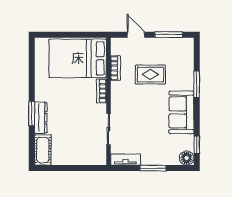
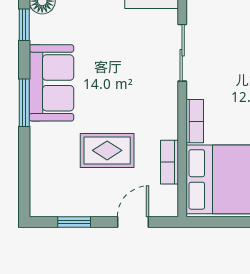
door: (136, 35) -> (133, 222), swing flipped
window: (169, 35) -> (74, 222), width x0.67
window: (197, 84) -> (24, 103), moved

